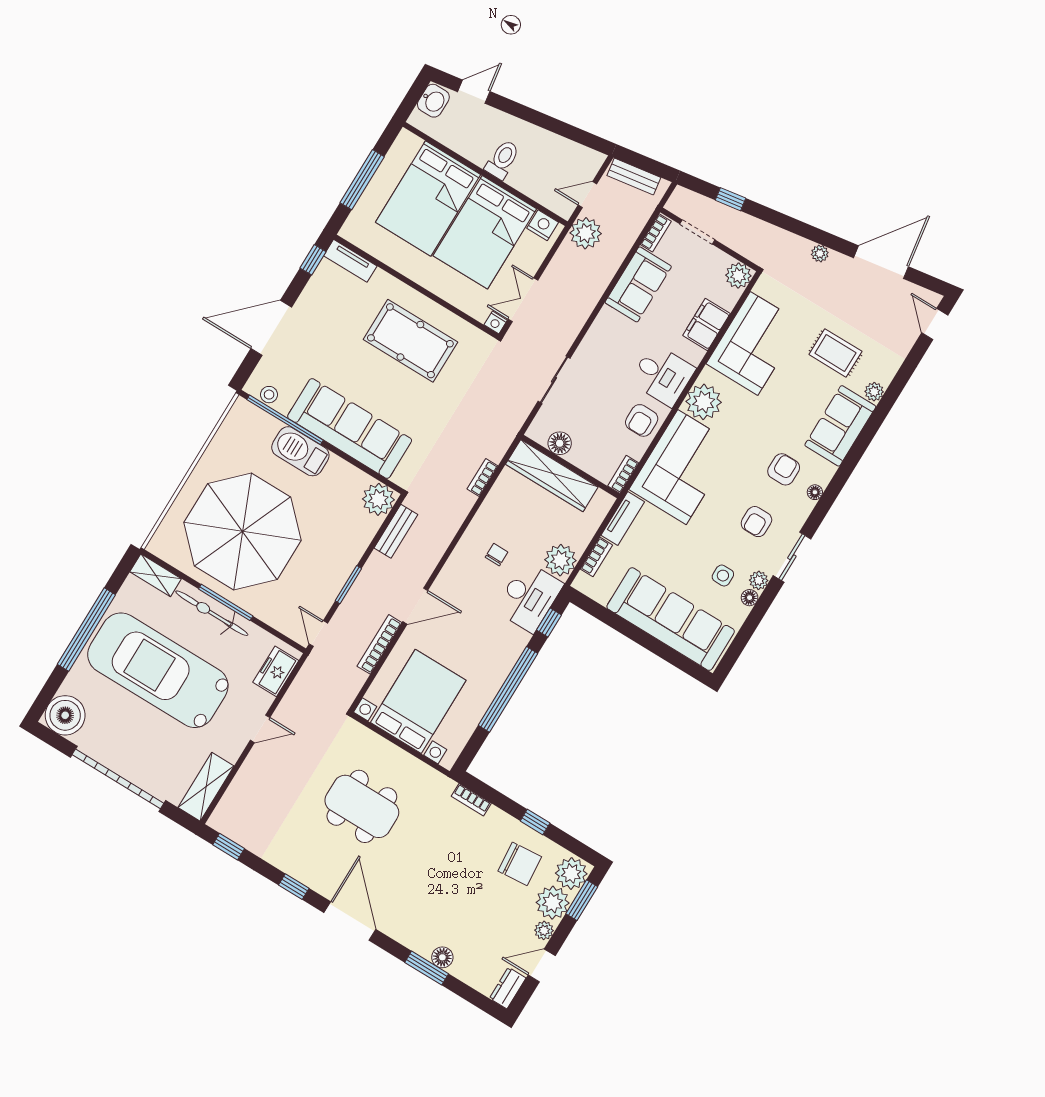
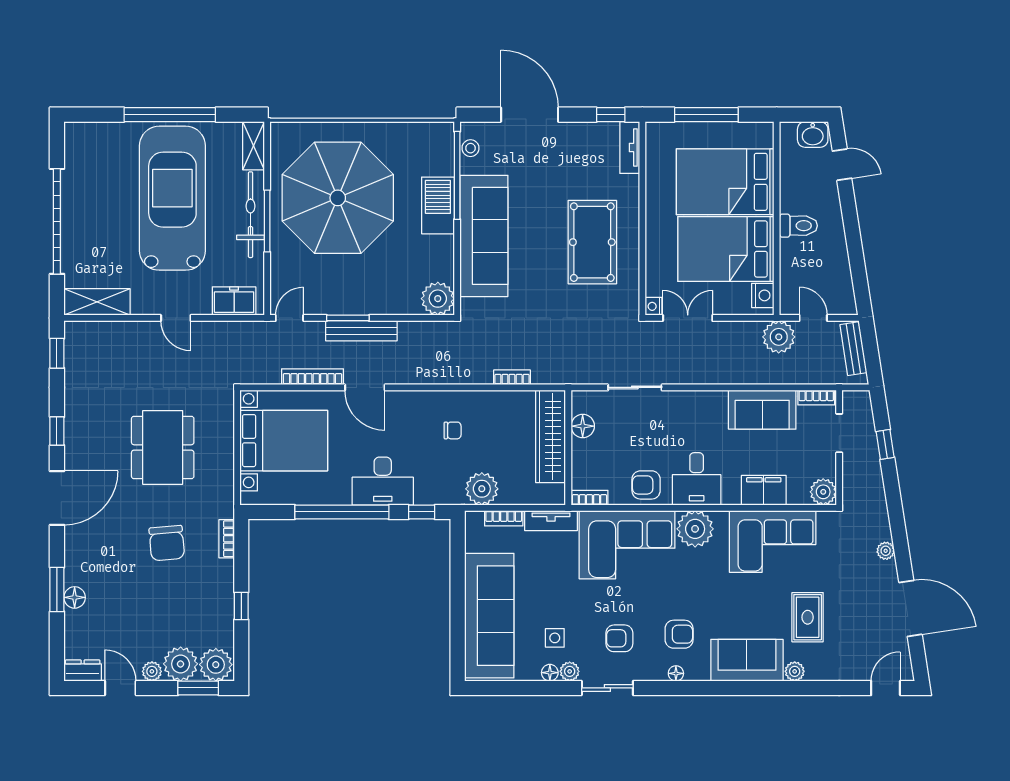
bench: (396, 531) -> (361, 331), moved, width x1.36
desk: (529, 597) -> (383, 481), moved
boiler: (65, 715) -> (84, 142), removed
chair: (520, 864) -> (167, 543), moved

